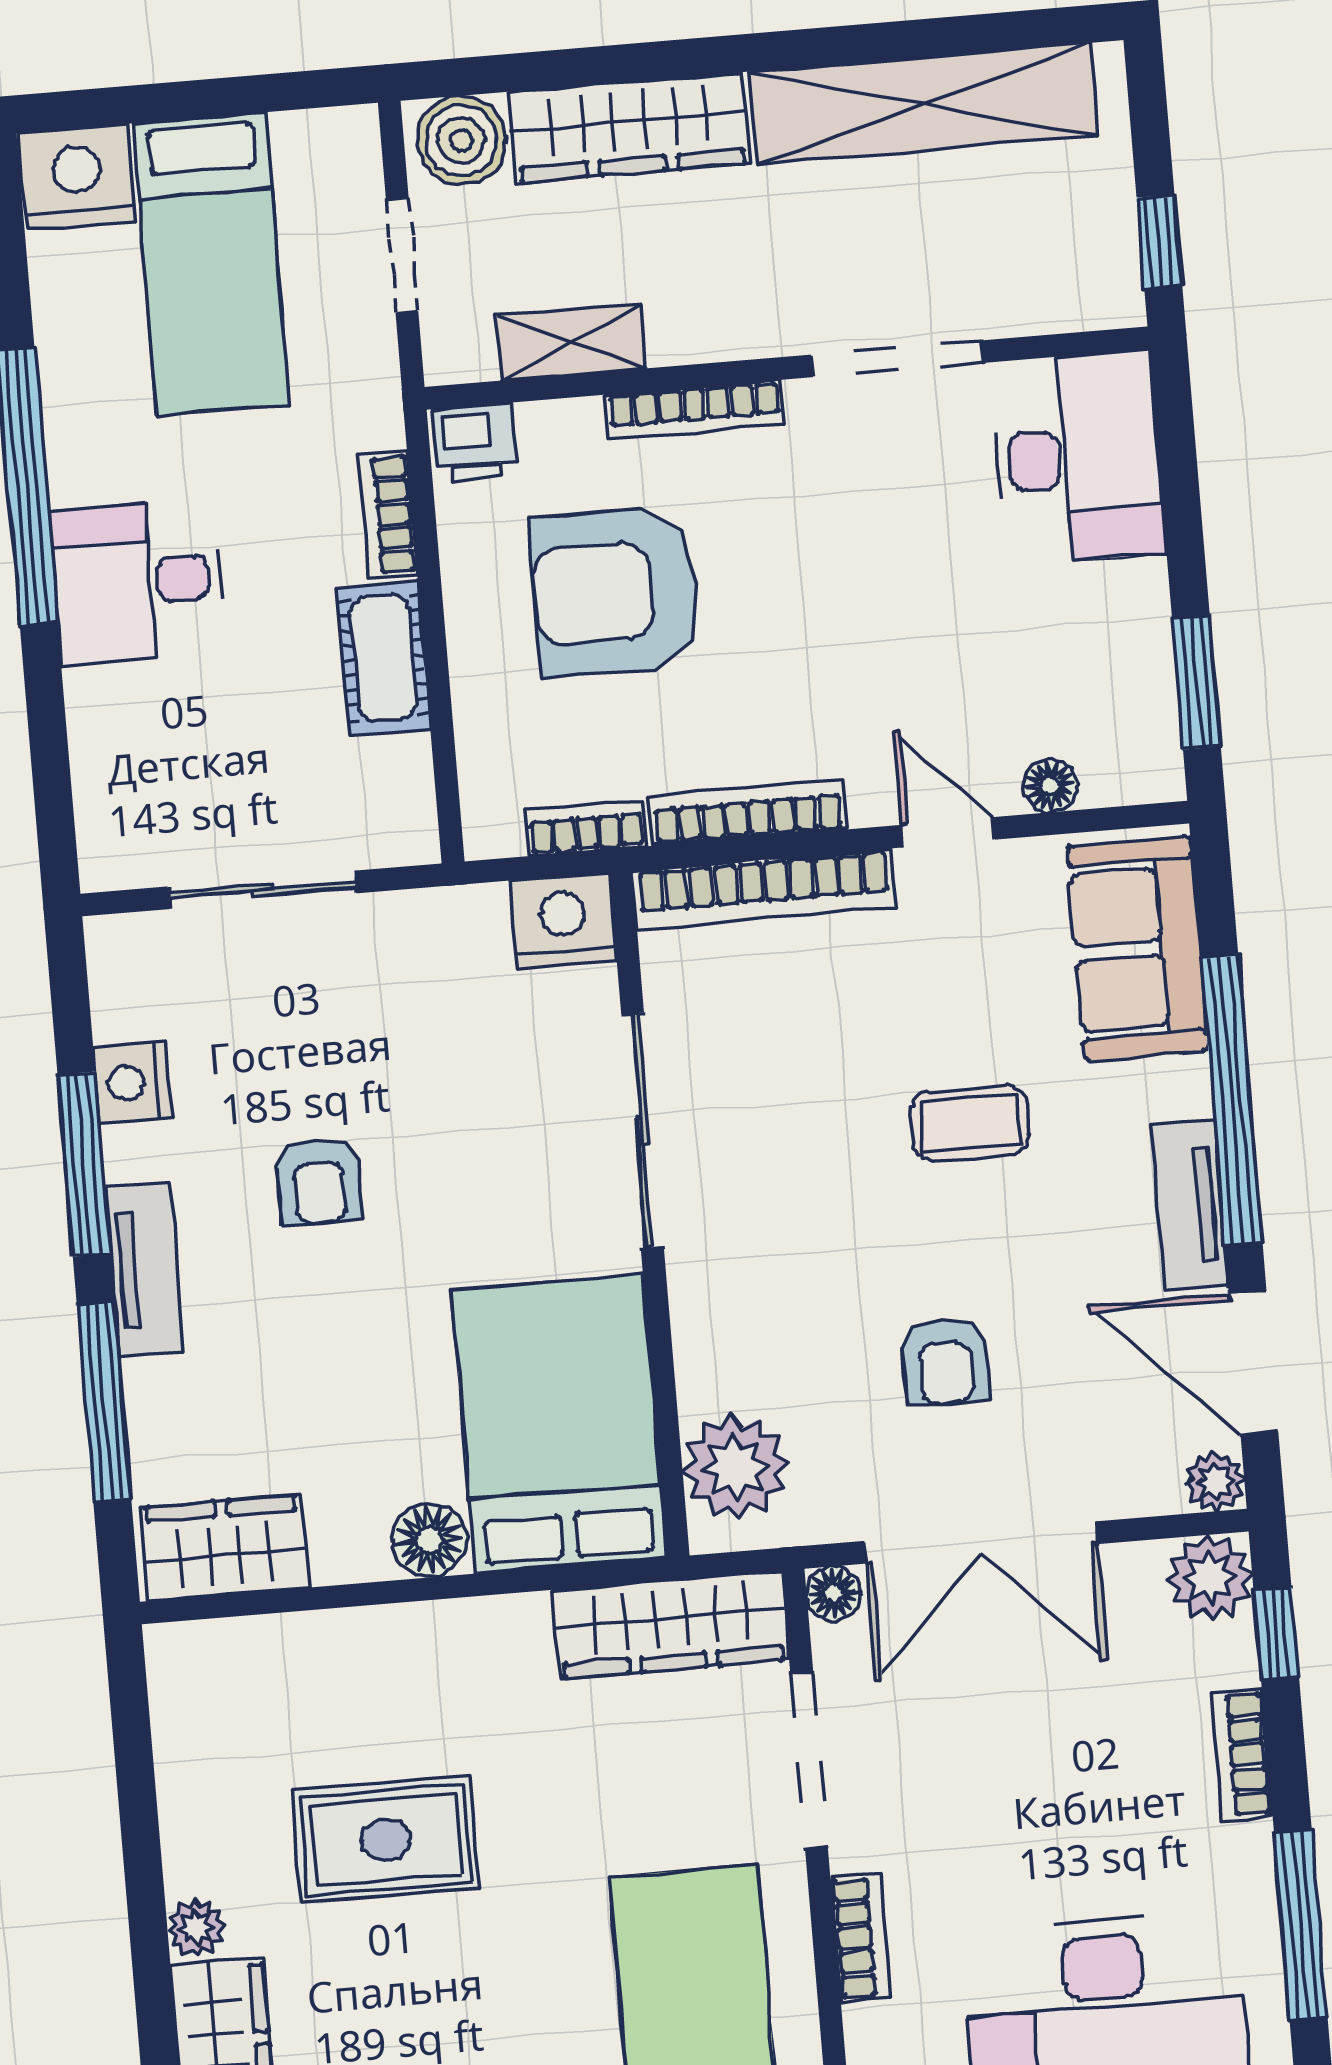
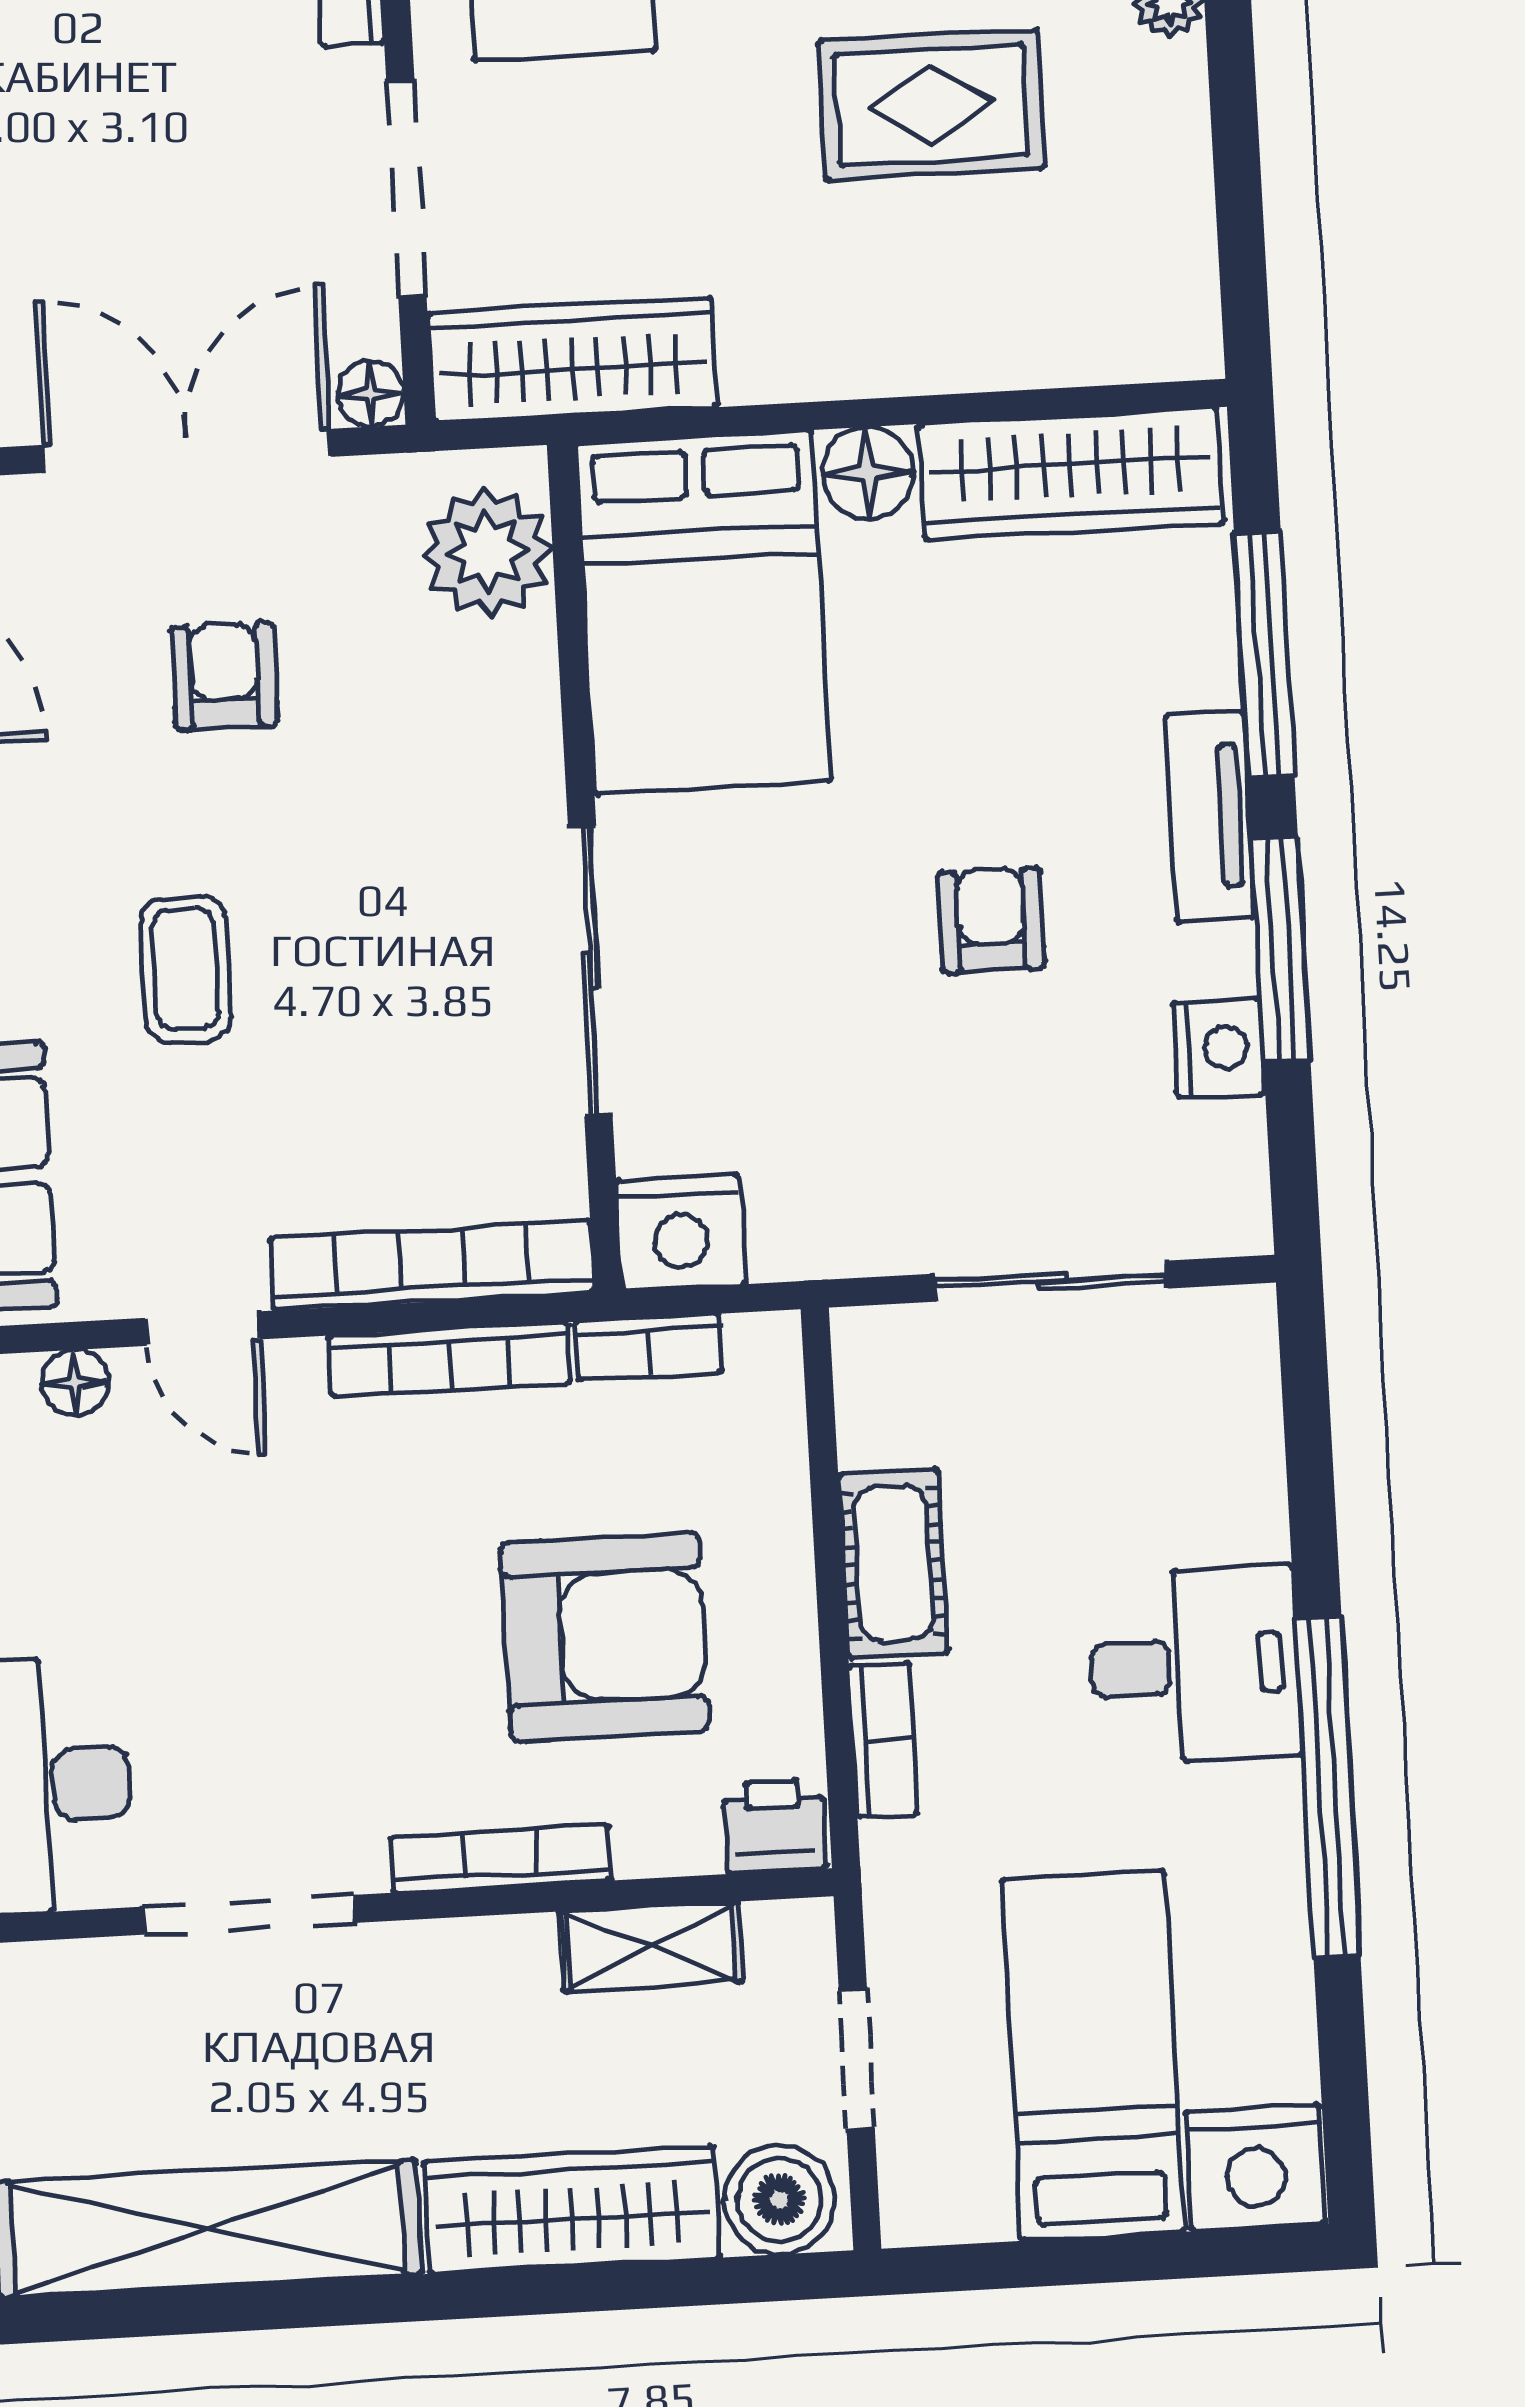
coffee table: (970, 1123) -> (186, 969), turned 90
wardrobe: (224, 1548) -> (1071, 474), width x1.50

